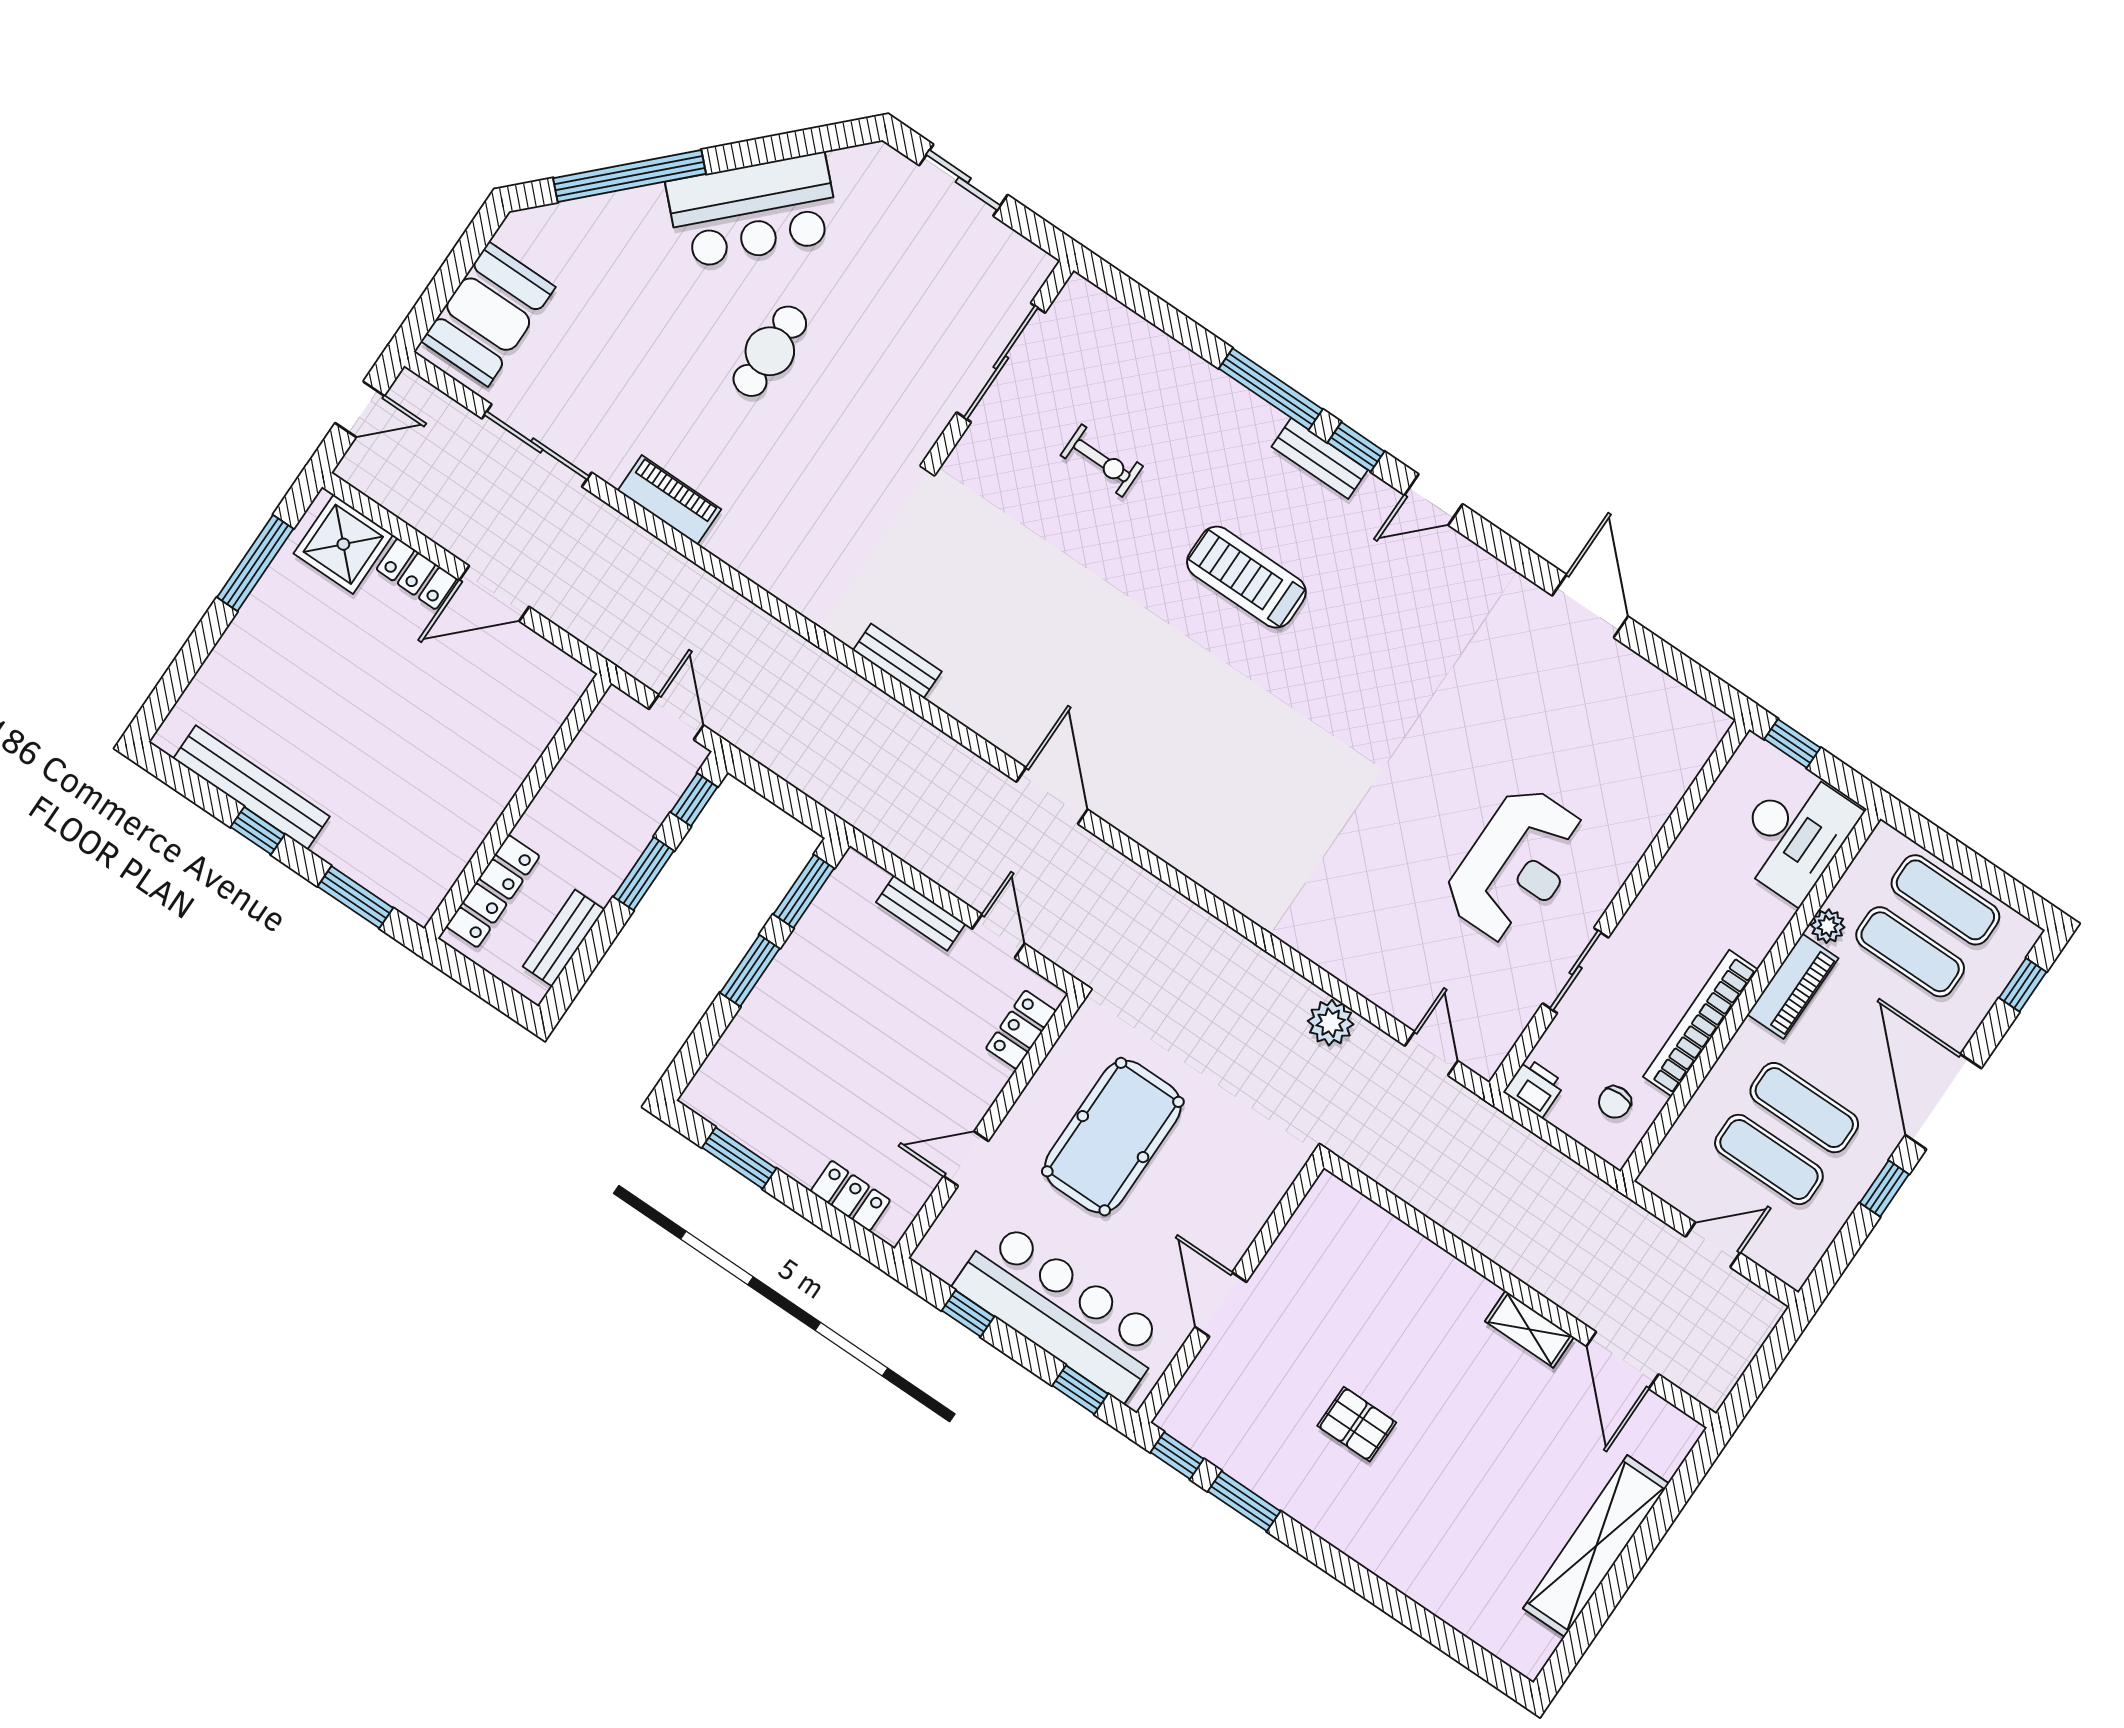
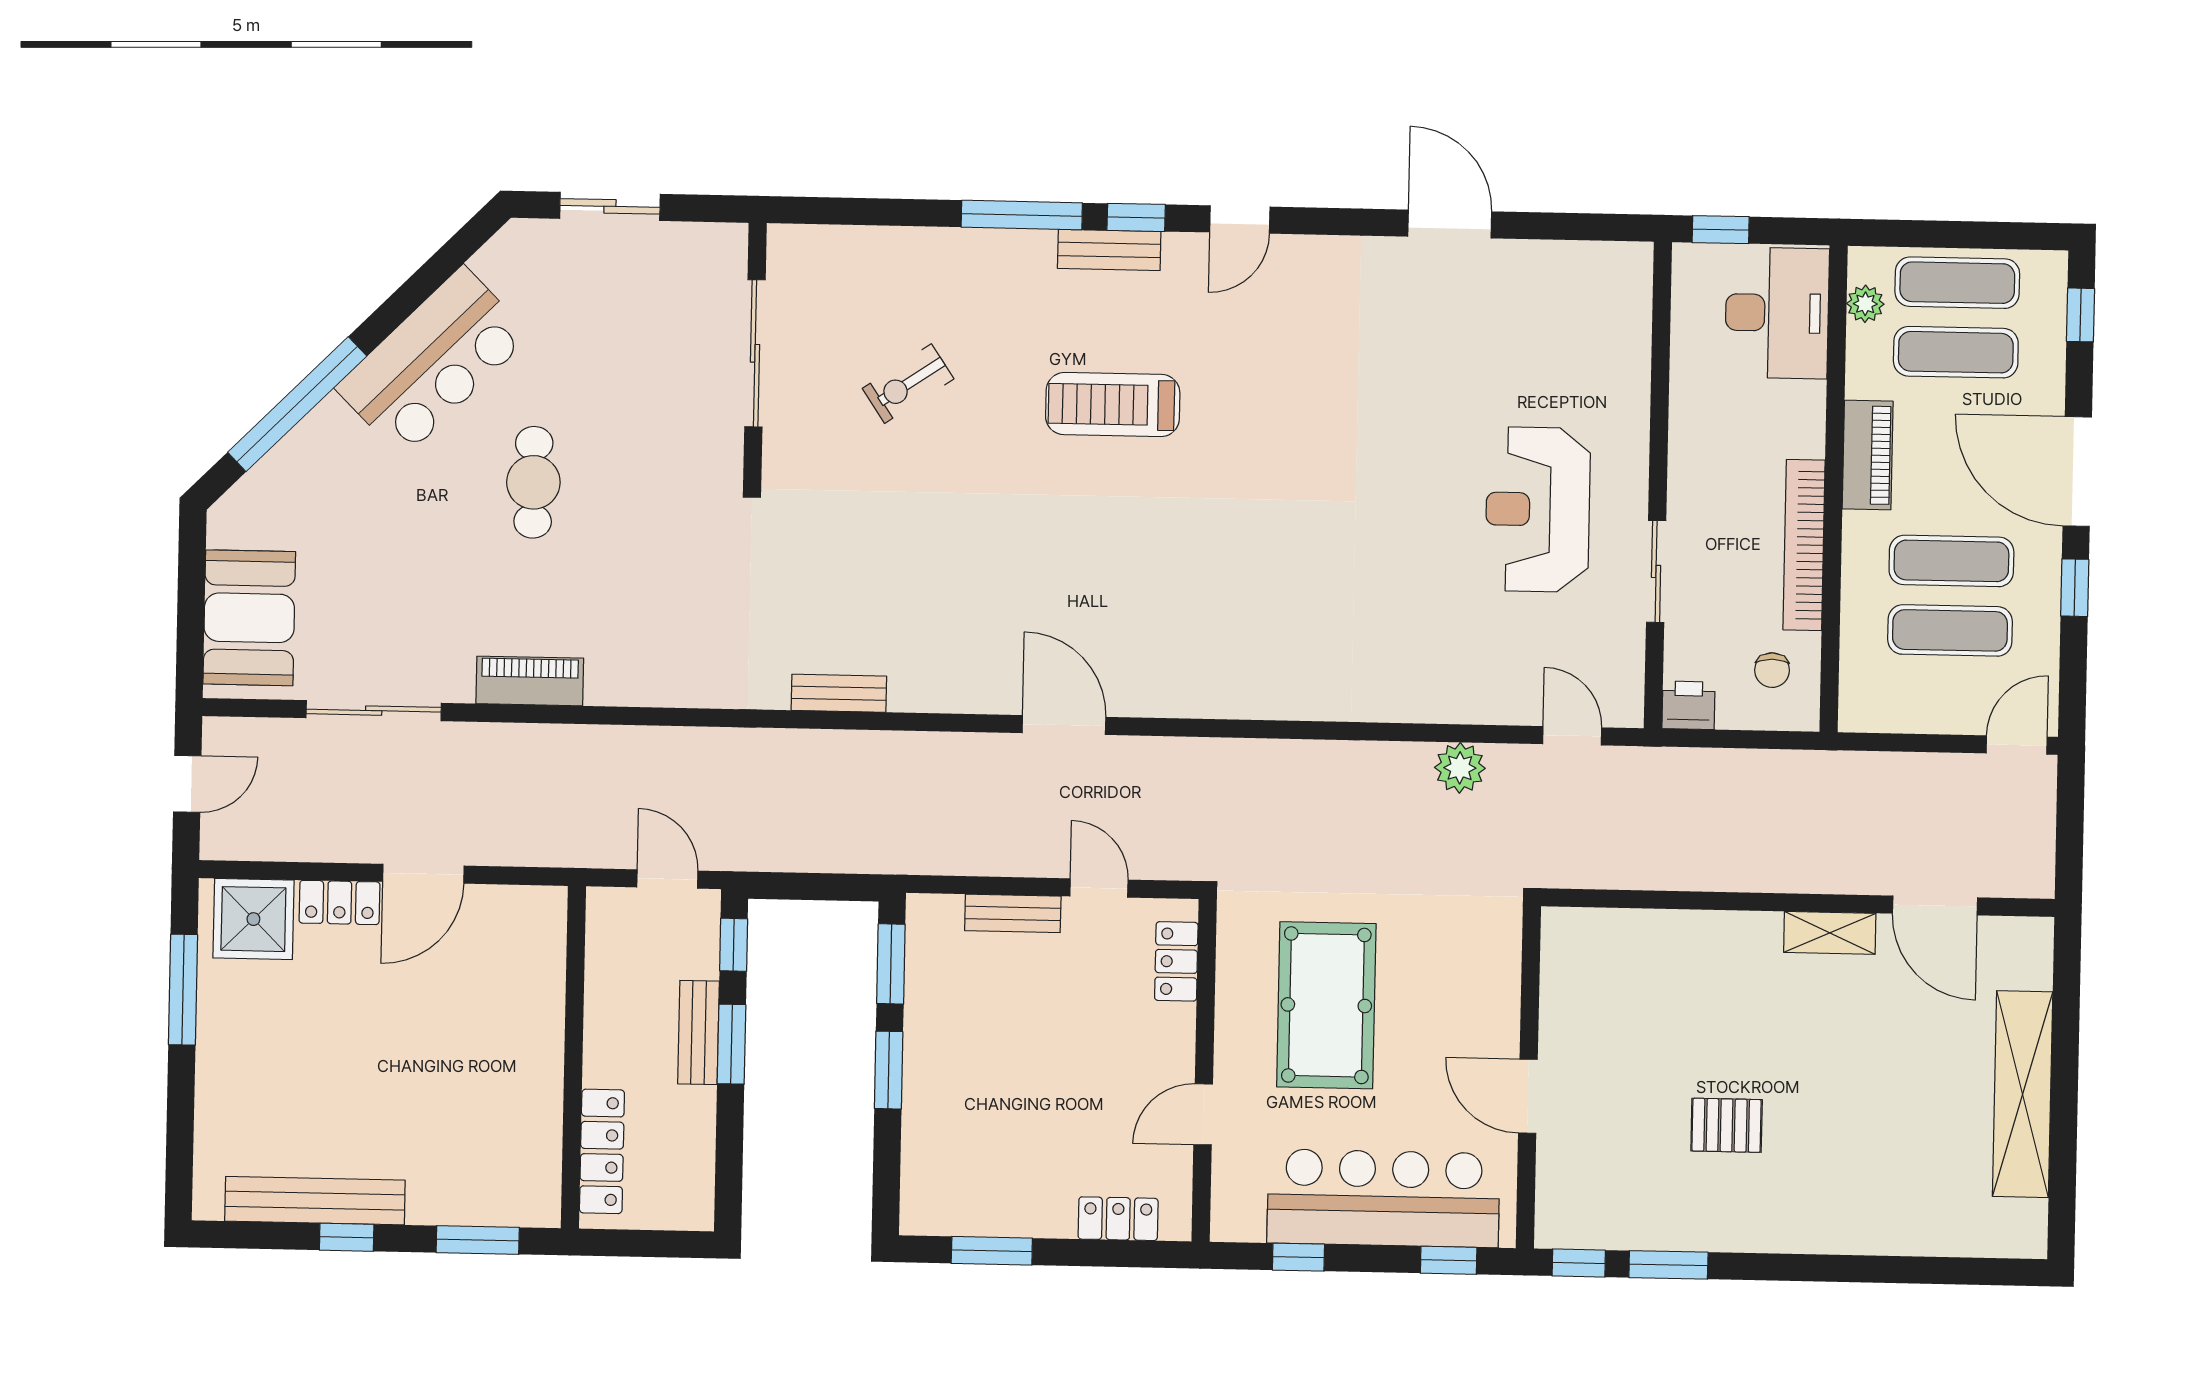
exercise bike: (1102, 461) -> (908, 384), turned 146
reception desk: (1516, 865) -> (1538, 509), turned 180
plant: (1828, 926) -> (1865, 304), moved
bench: (564, 938) -> (698, 1032), moved
door: (1713, 1245) -> (2017, 745), moved

